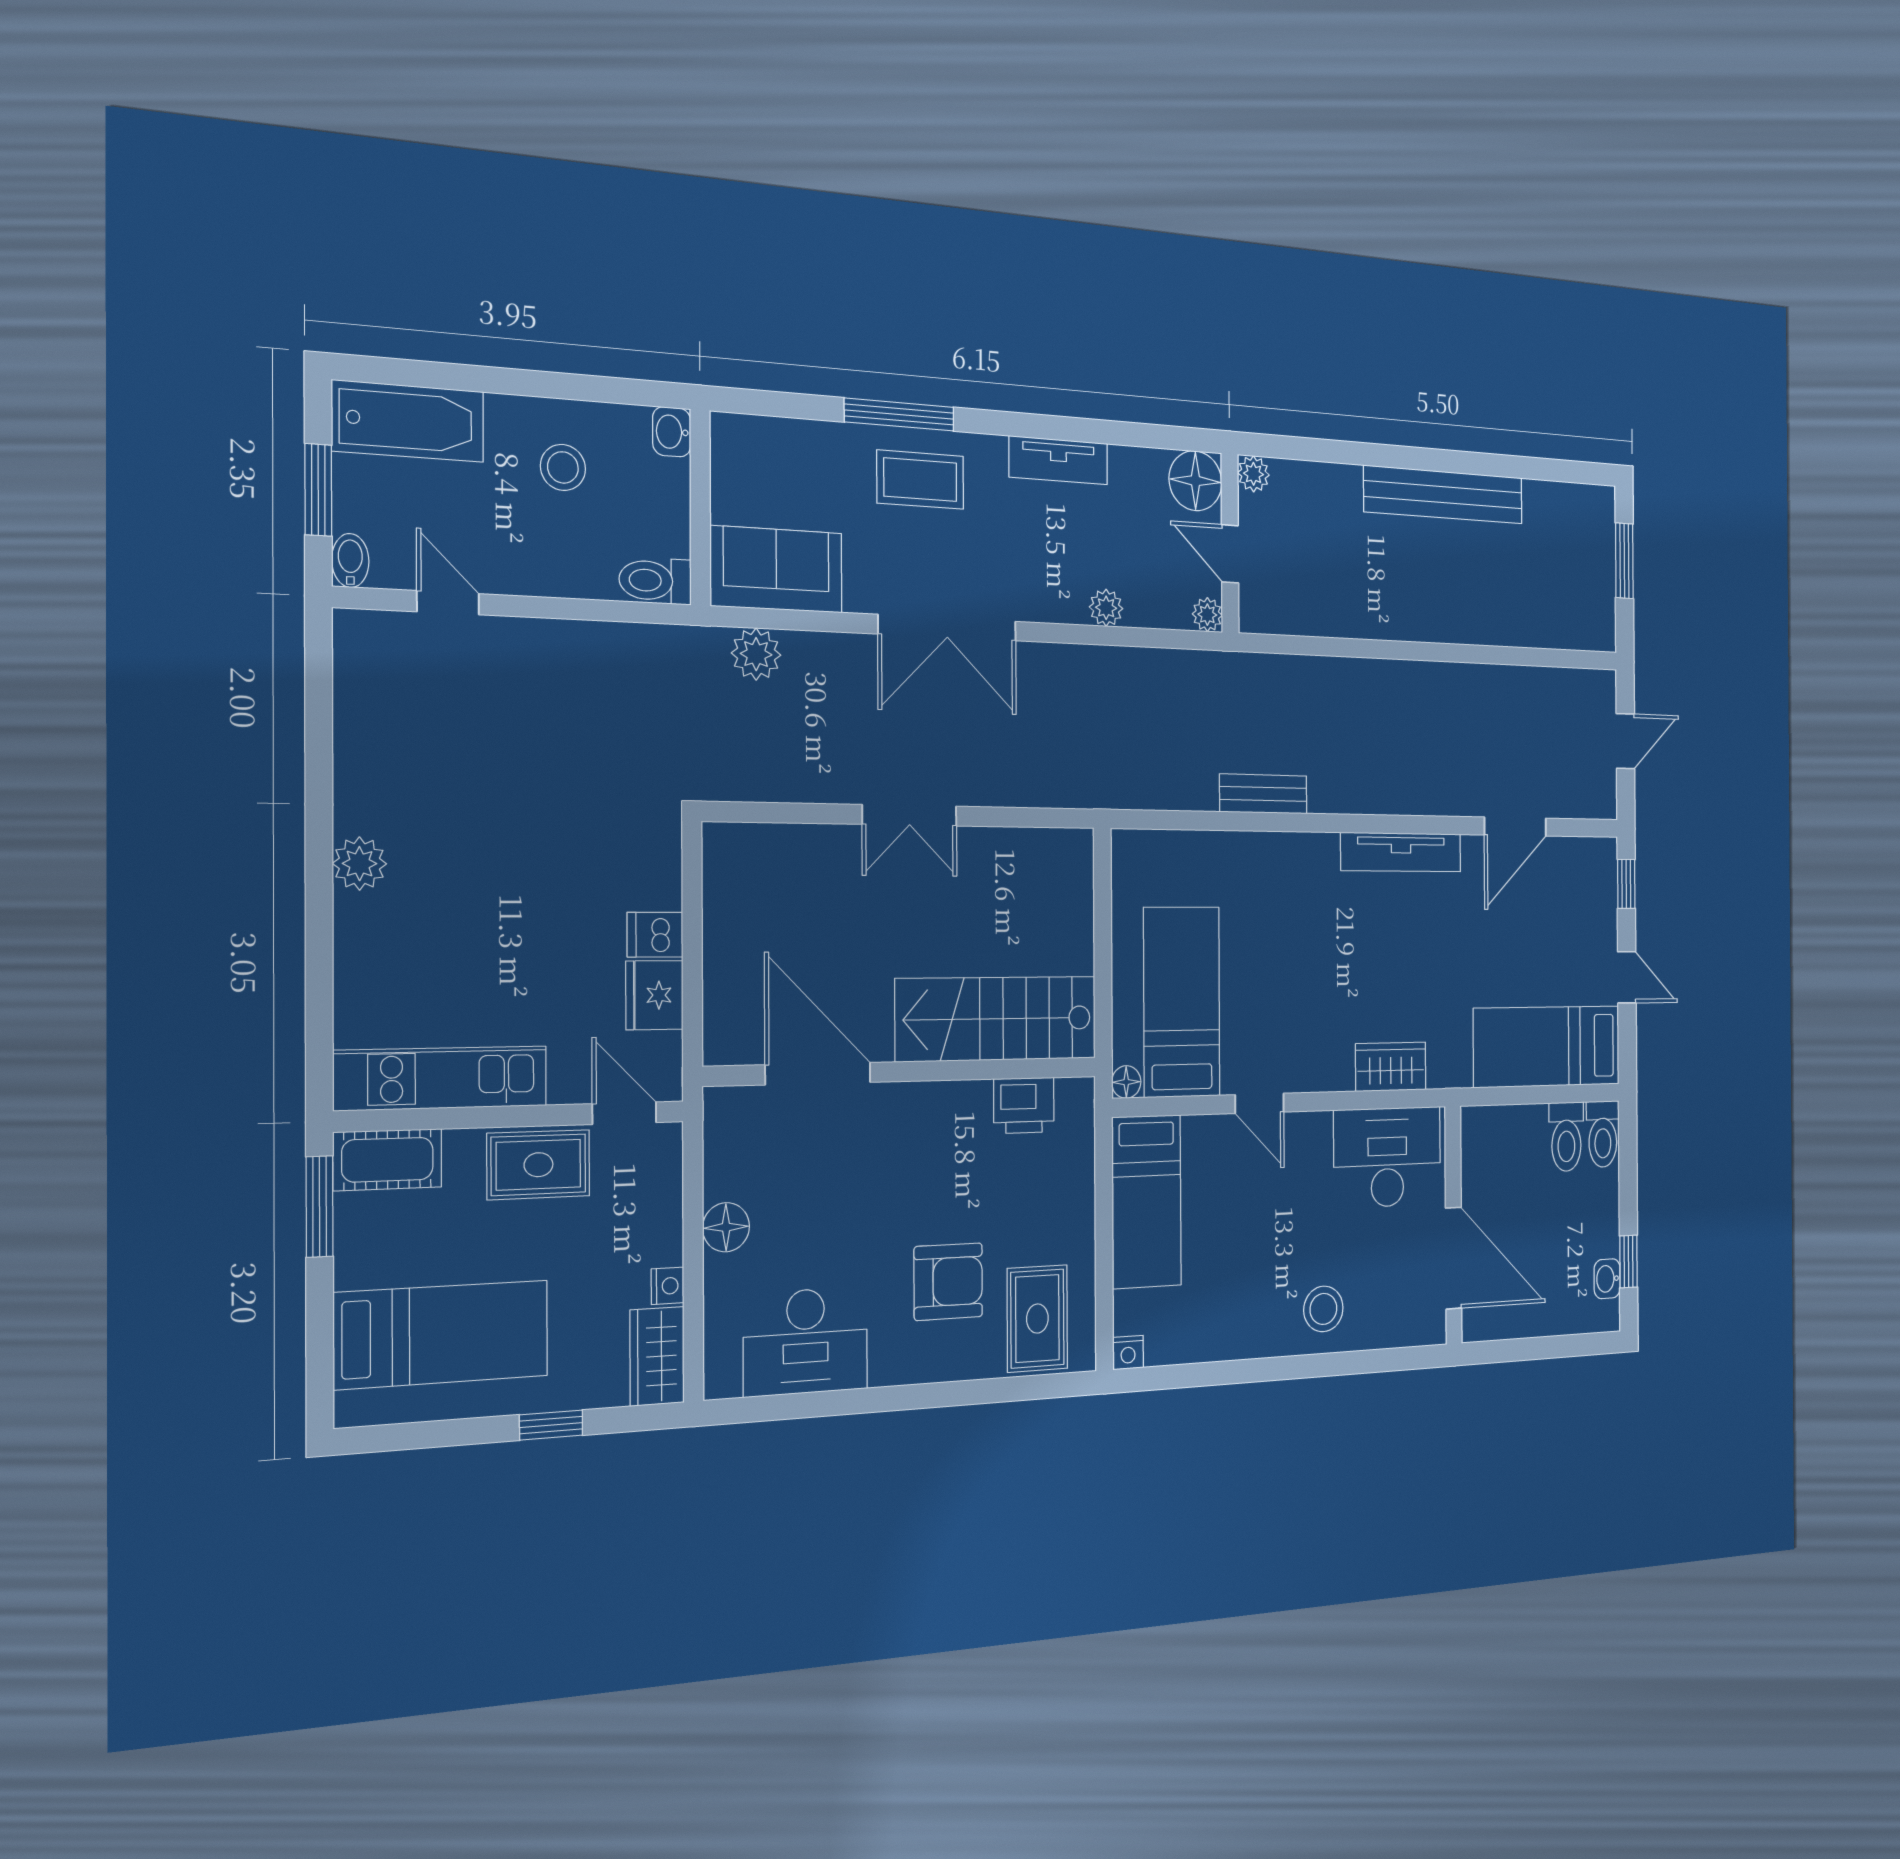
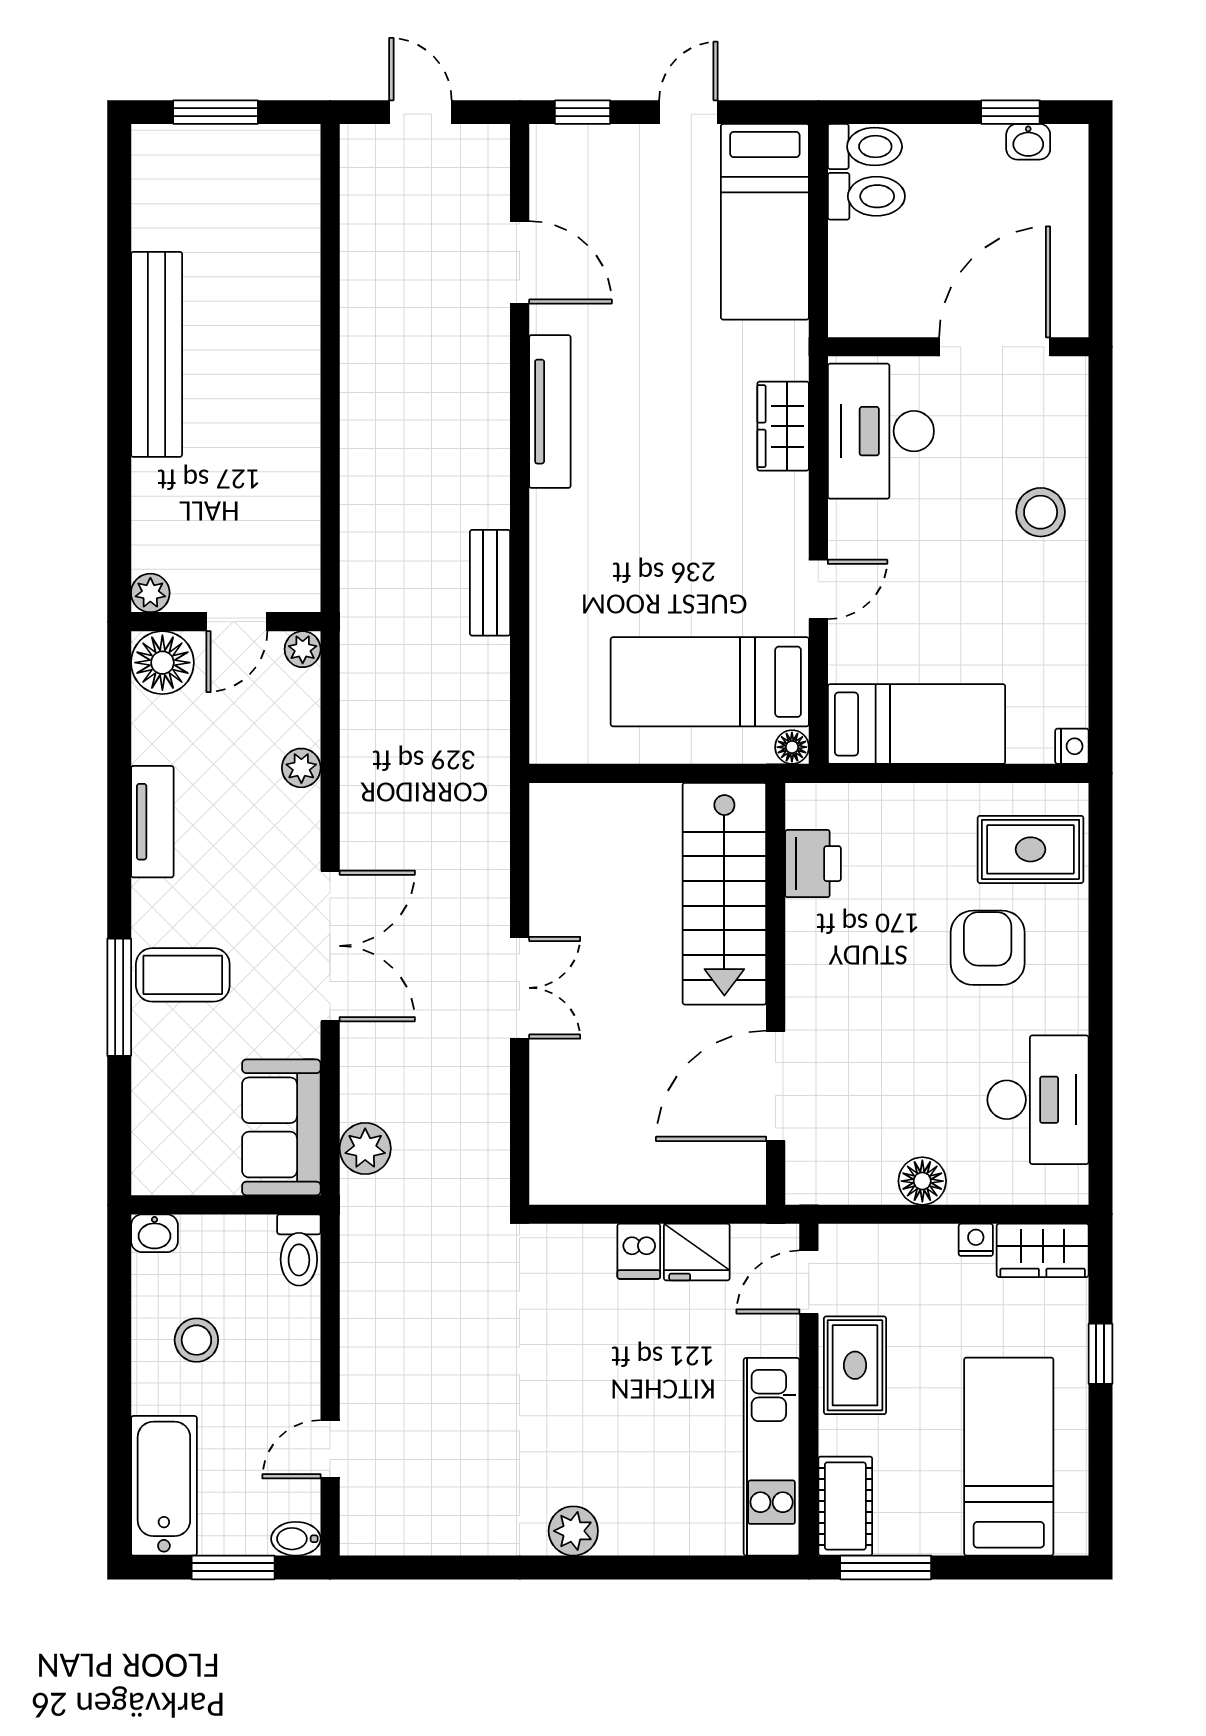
coffee table: (920, 480) -> (183, 975), turned 90

